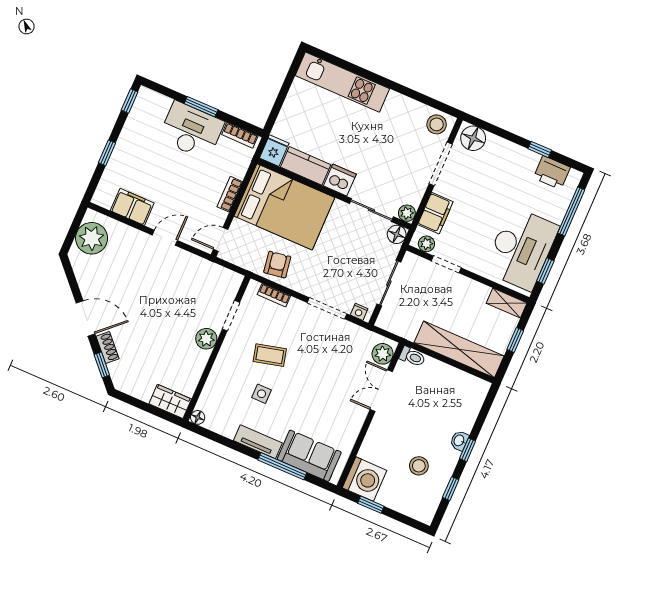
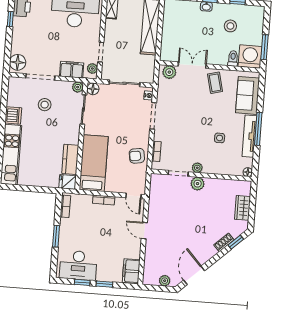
window: (130, 101) -> (82, 282), moved
stool: (437, 124) -> (45, 105), moved
desk: (191, 131) -> (78, 265), moved, turned -90
dishwasher: (340, 180) -> (13, 115), moved, turned 180
filing cabinet: (132, 207) -> (131, 271), moved
bed: (284, 207) -> (94, 163), width x0.67
plant: (92, 238) -> (165, 281), width x0.53, depth x0.53
door: (85, 318) -> (194, 275), moved
plant: (230, 346) -> (197, 168), added
coffee table: (270, 355) -> (215, 83), moved
toilet: (412, 357) -> (233, 58), moved
double door: (381, 391) -> (192, 65), swing flipped
wardrobe: (170, 401) -> (242, 208), moved
tv unit: (258, 442) -> (249, 136), width x1.41
window: (282, 466) -> (258, 129), moved
window: (371, 505) -> (264, 47), width x1.50

